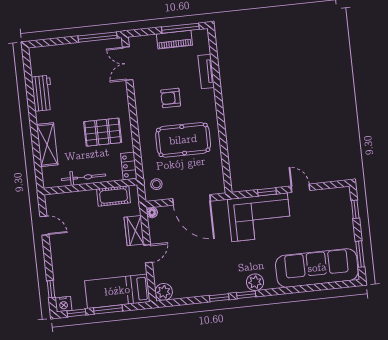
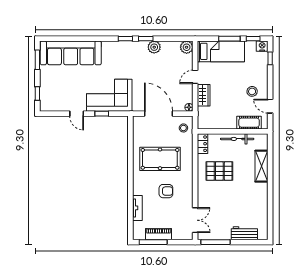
workbench: (42, 93) -> (244, 233), moved, turned 90
cot: (114, 196) -> (249, 123), moved
stool: (70, 243) -> (252, 91), added
plant: (255, 282) -> (154, 47), moved

